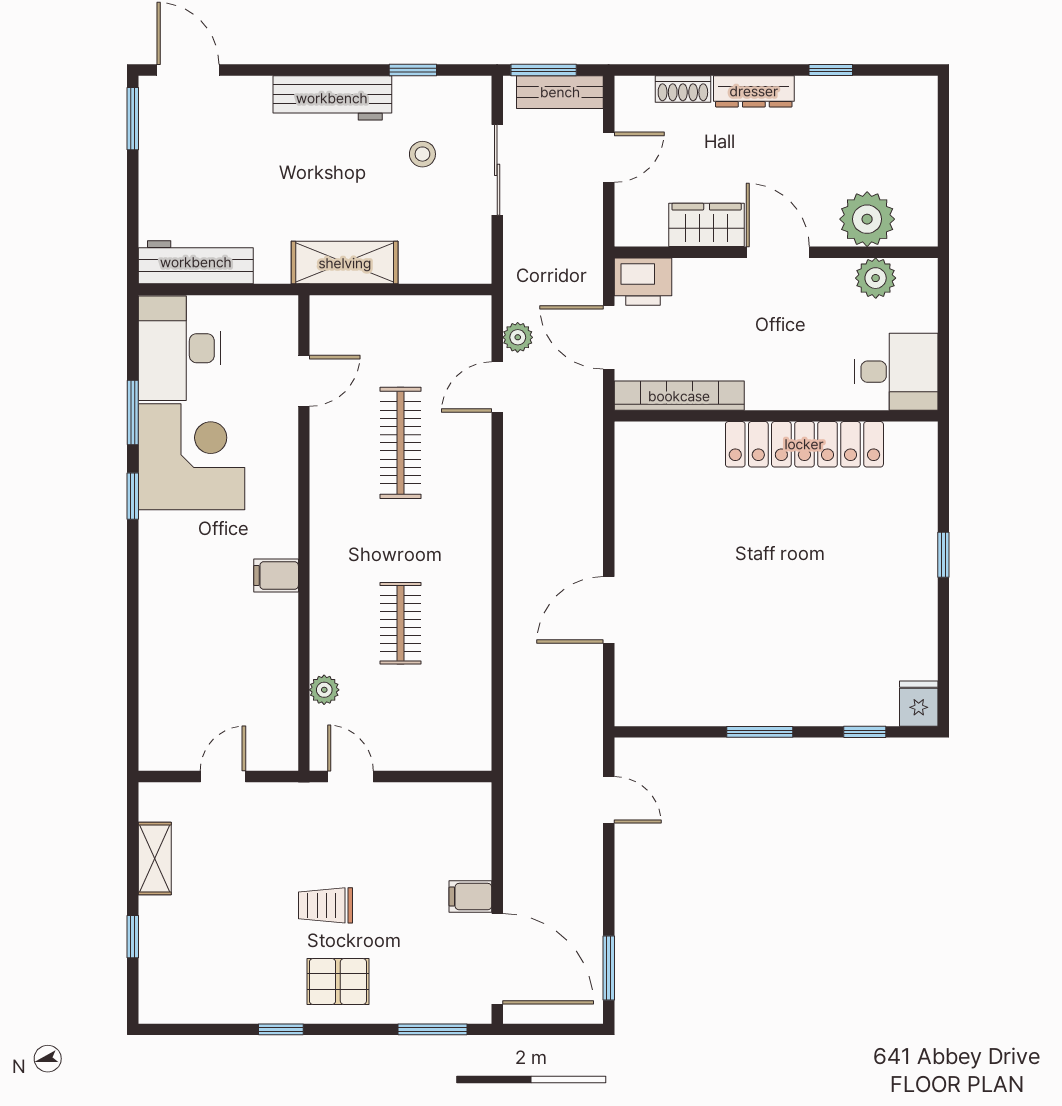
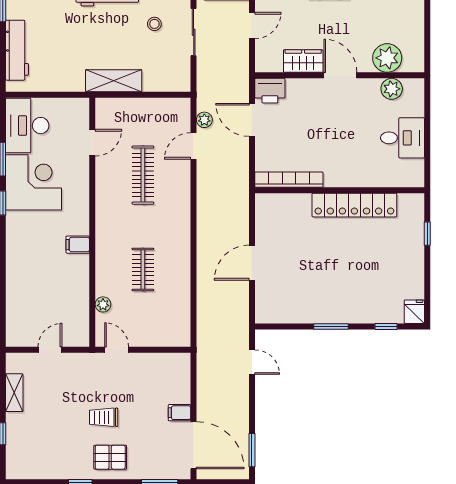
workbench: (196, 262) -> (17, 50), moved, turned 90
bookcase: (679, 396) -> (289, 180), moved
wall: (776, 416) -> (340, 190), moved
locker: (804, 444) -> (354, 205), moved

